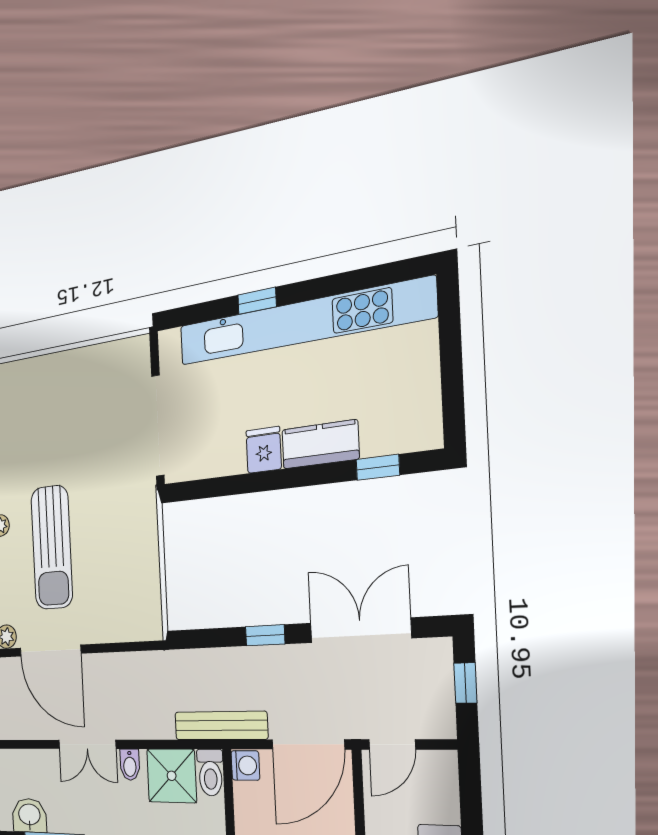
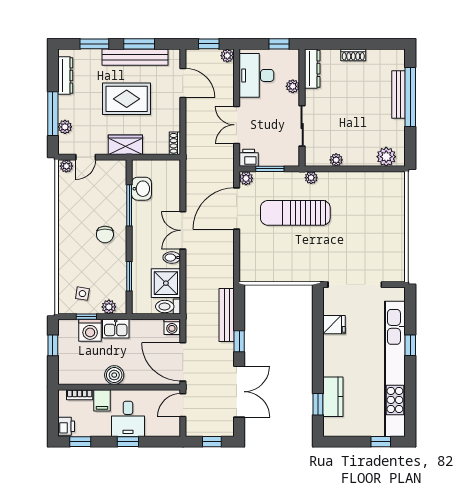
window: (449, 324) -> (381, 442), added
kitchen counter: (320, 444) -> (333, 397), moved
fridge: (264, 450) -> (334, 325), moved
bench: (221, 726) -> (227, 315), moved
door: (392, 744) -> (183, 405), hinge flipped

